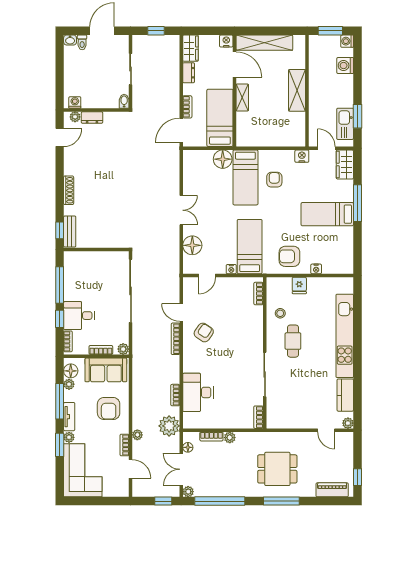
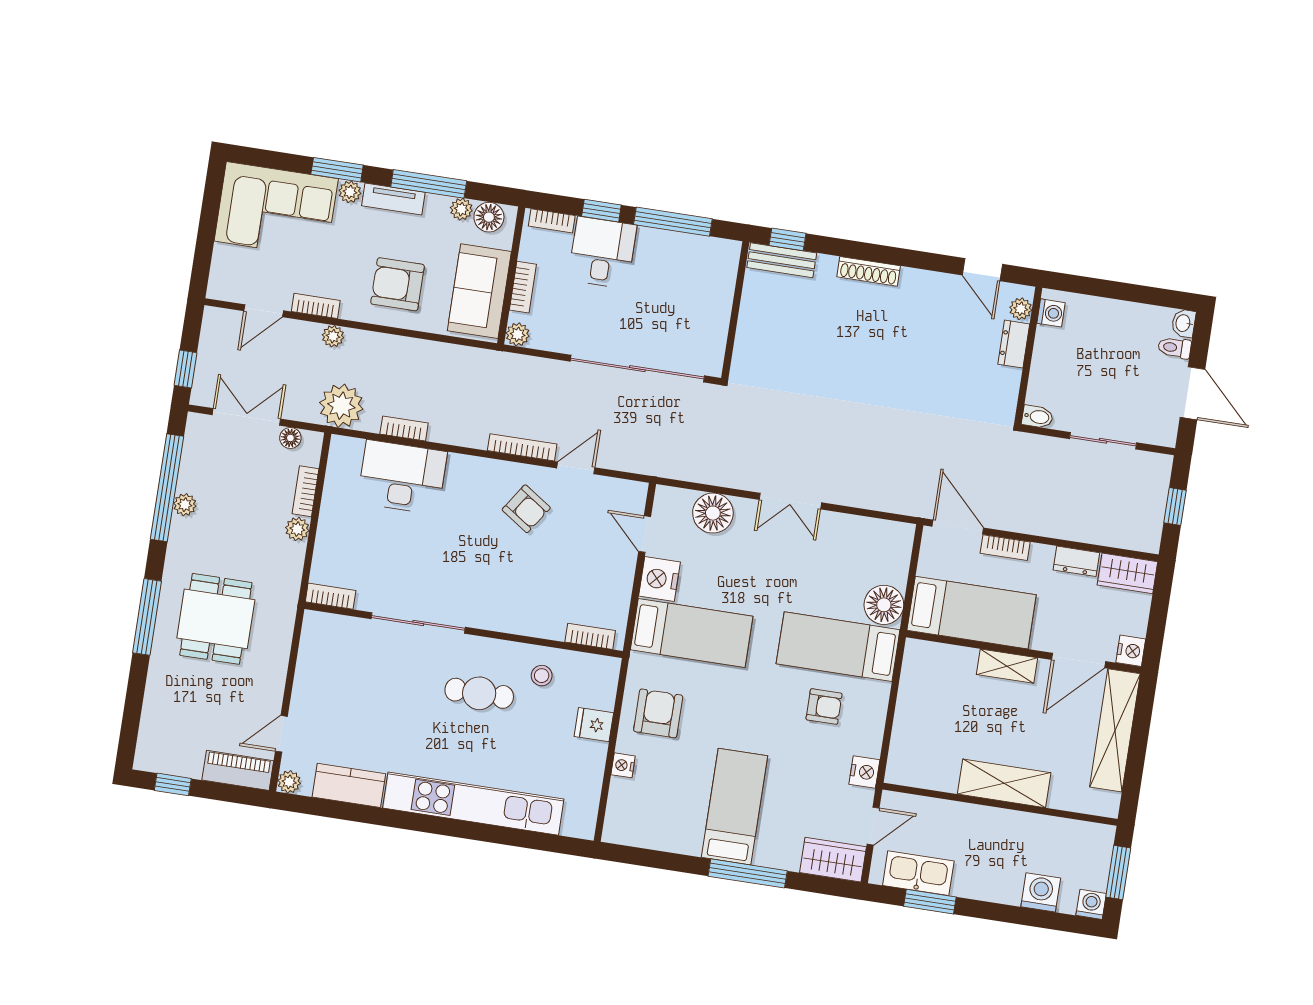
nightstand: (231, 269) -> (659, 579), width x1.89, depth x1.79
piano: (332, 490) -> (238, 770), moved, turned -90
plant: (188, 492) -> (185, 505), moved

